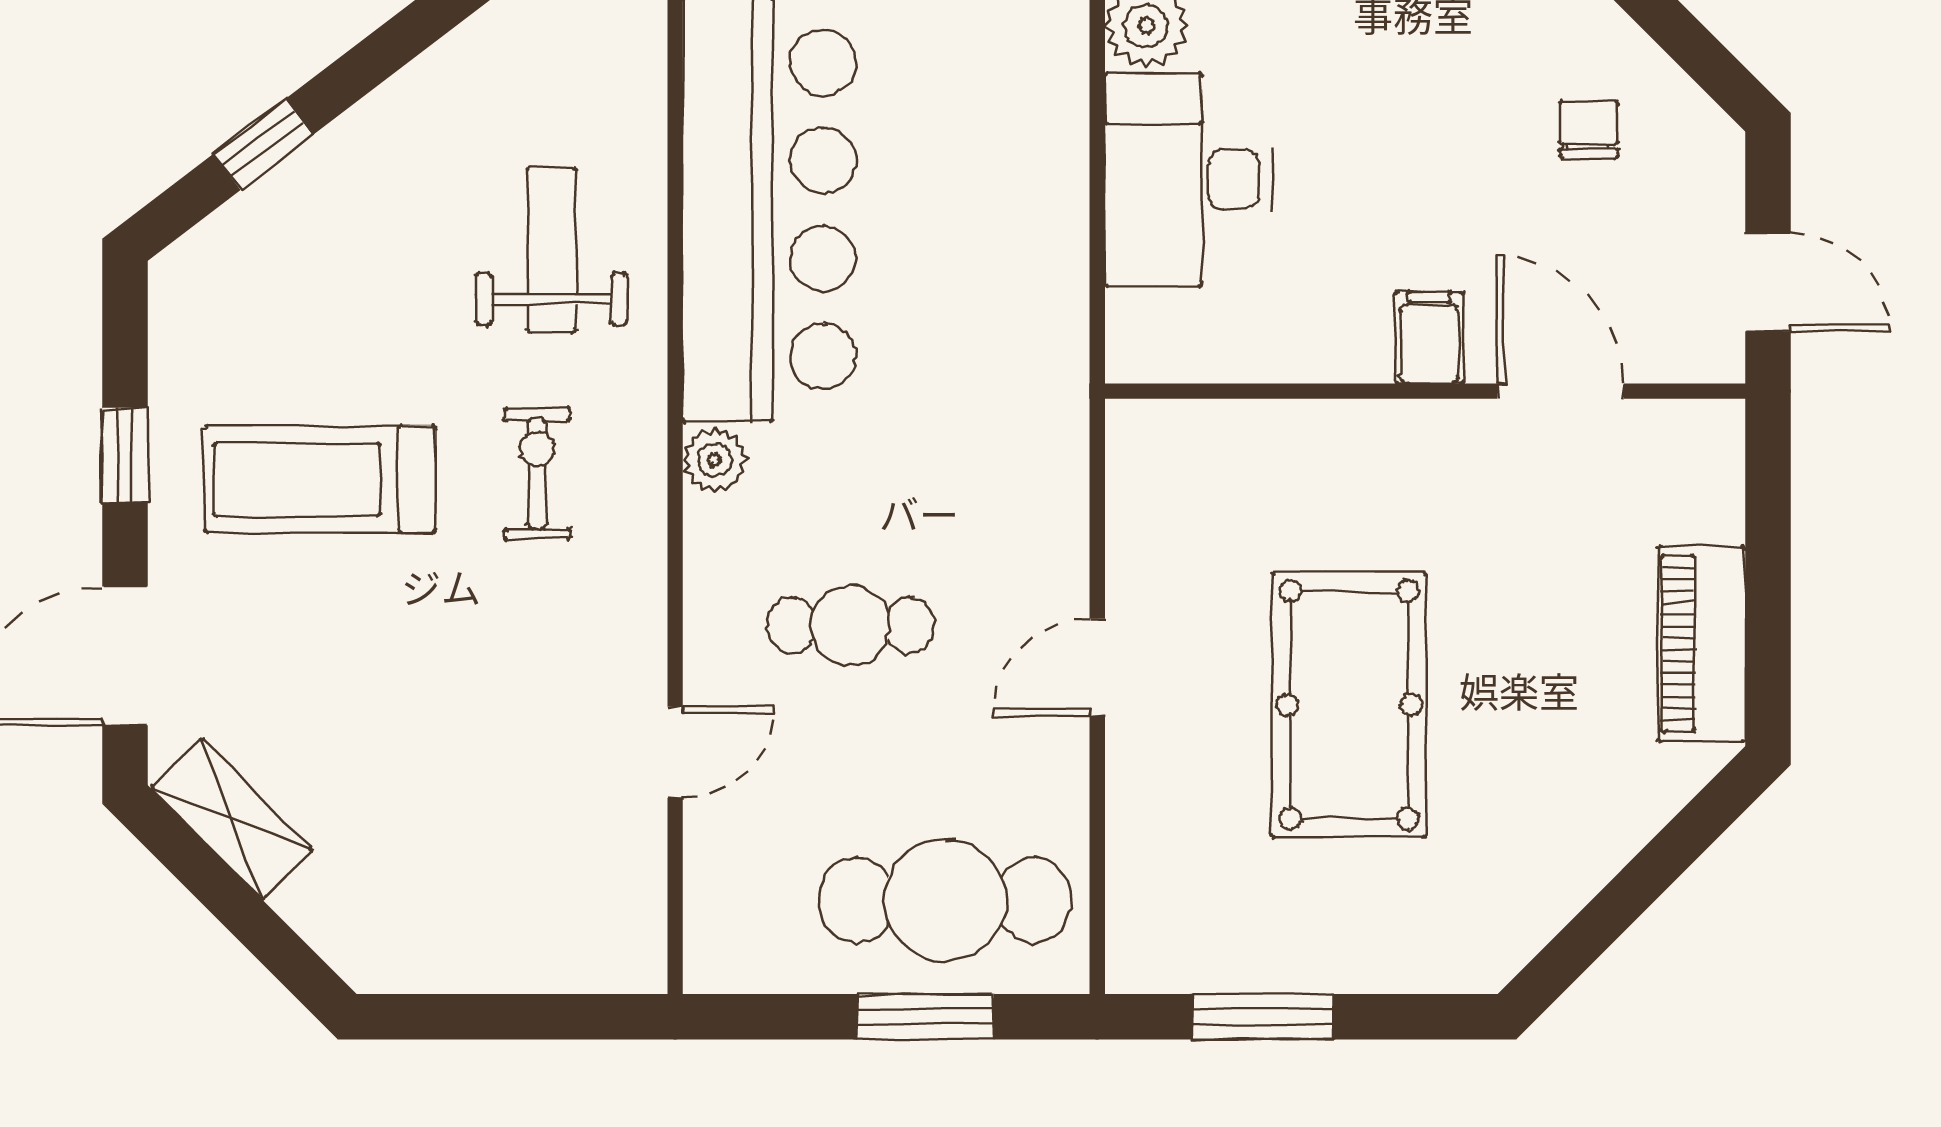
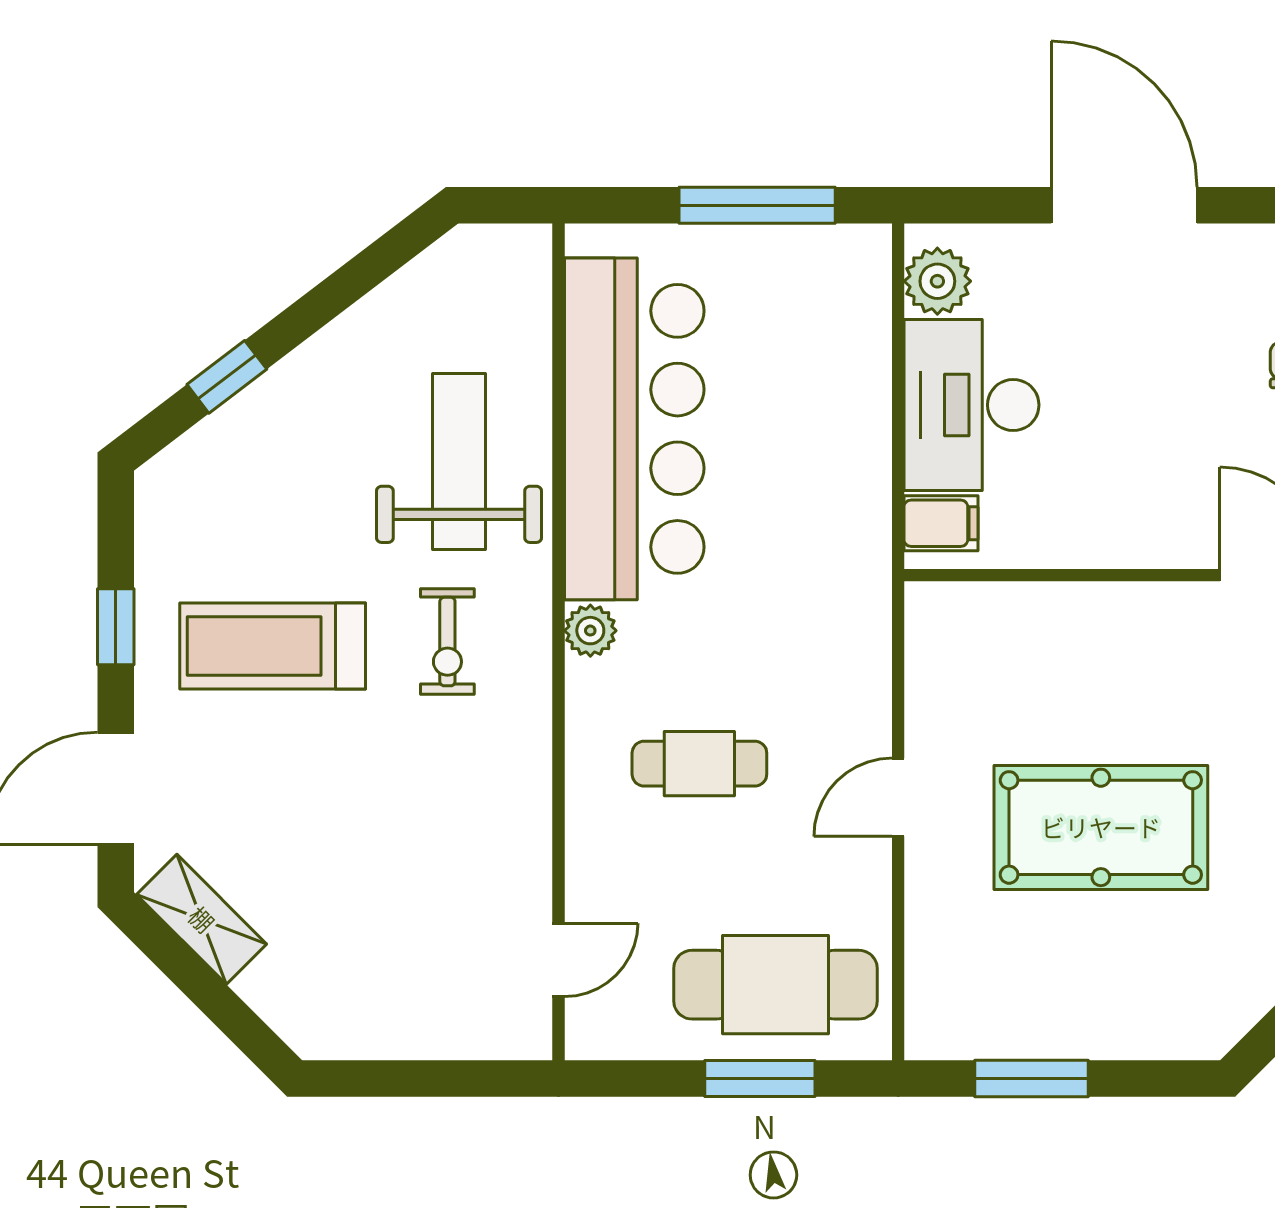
weight bench: (551, 250) -> (459, 462), width x1.36, depth x1.33
filing cabinet: (1429, 338) -> (941, 523), moved, turned 90
exercise bike: (537, 474) -> (447, 642), turned 180
pool table: (1349, 705) -> (1101, 827), turned 90
door: (675, 752) -> (558, 960), moved

